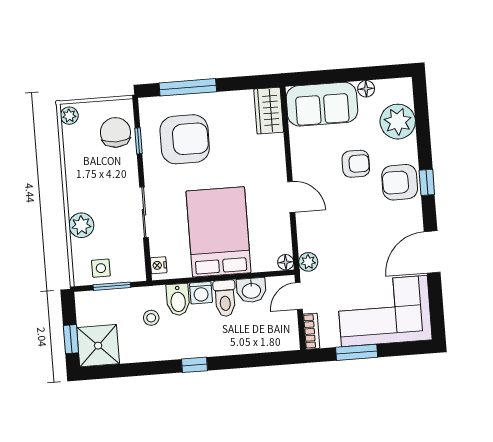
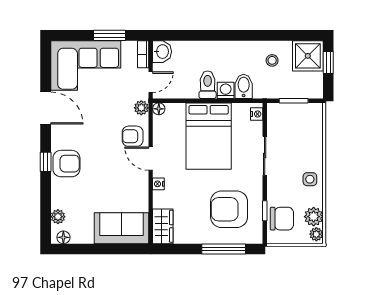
floor lamp: (366, 89) -> (63, 237), moved
plant: (398, 122) -> (58, 217), width x0.53, depth x0.53
chair: (115, 132) -> (282, 219), turned -90
armchair: (356, 164) -> (133, 136), moved
nightstand: (279, 165) -> (158, 184), added
plant: (81, 225) -> (314, 217), moved
door: (432, 252) -> (46, 108), hinge flipped
side table: (101, 268) -> (310, 179), moved
washbasin: (251, 290) -> (162, 52), moved, turned 90
stool: (151, 318) -> (272, 60), moved
window: (195, 365) -> (235, 35), removed

